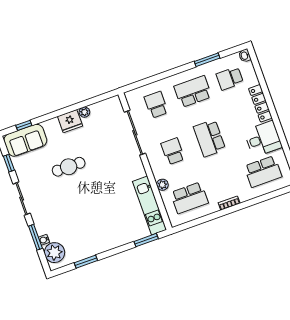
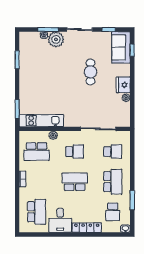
school desk: (230, 78) -> (113, 212), turned 180
school desk: (263, 171) -> (37, 212), turned 180
school desk: (189, 198) -> (37, 152), turned -90
plant: (54, 253) -> (56, 39), moved

